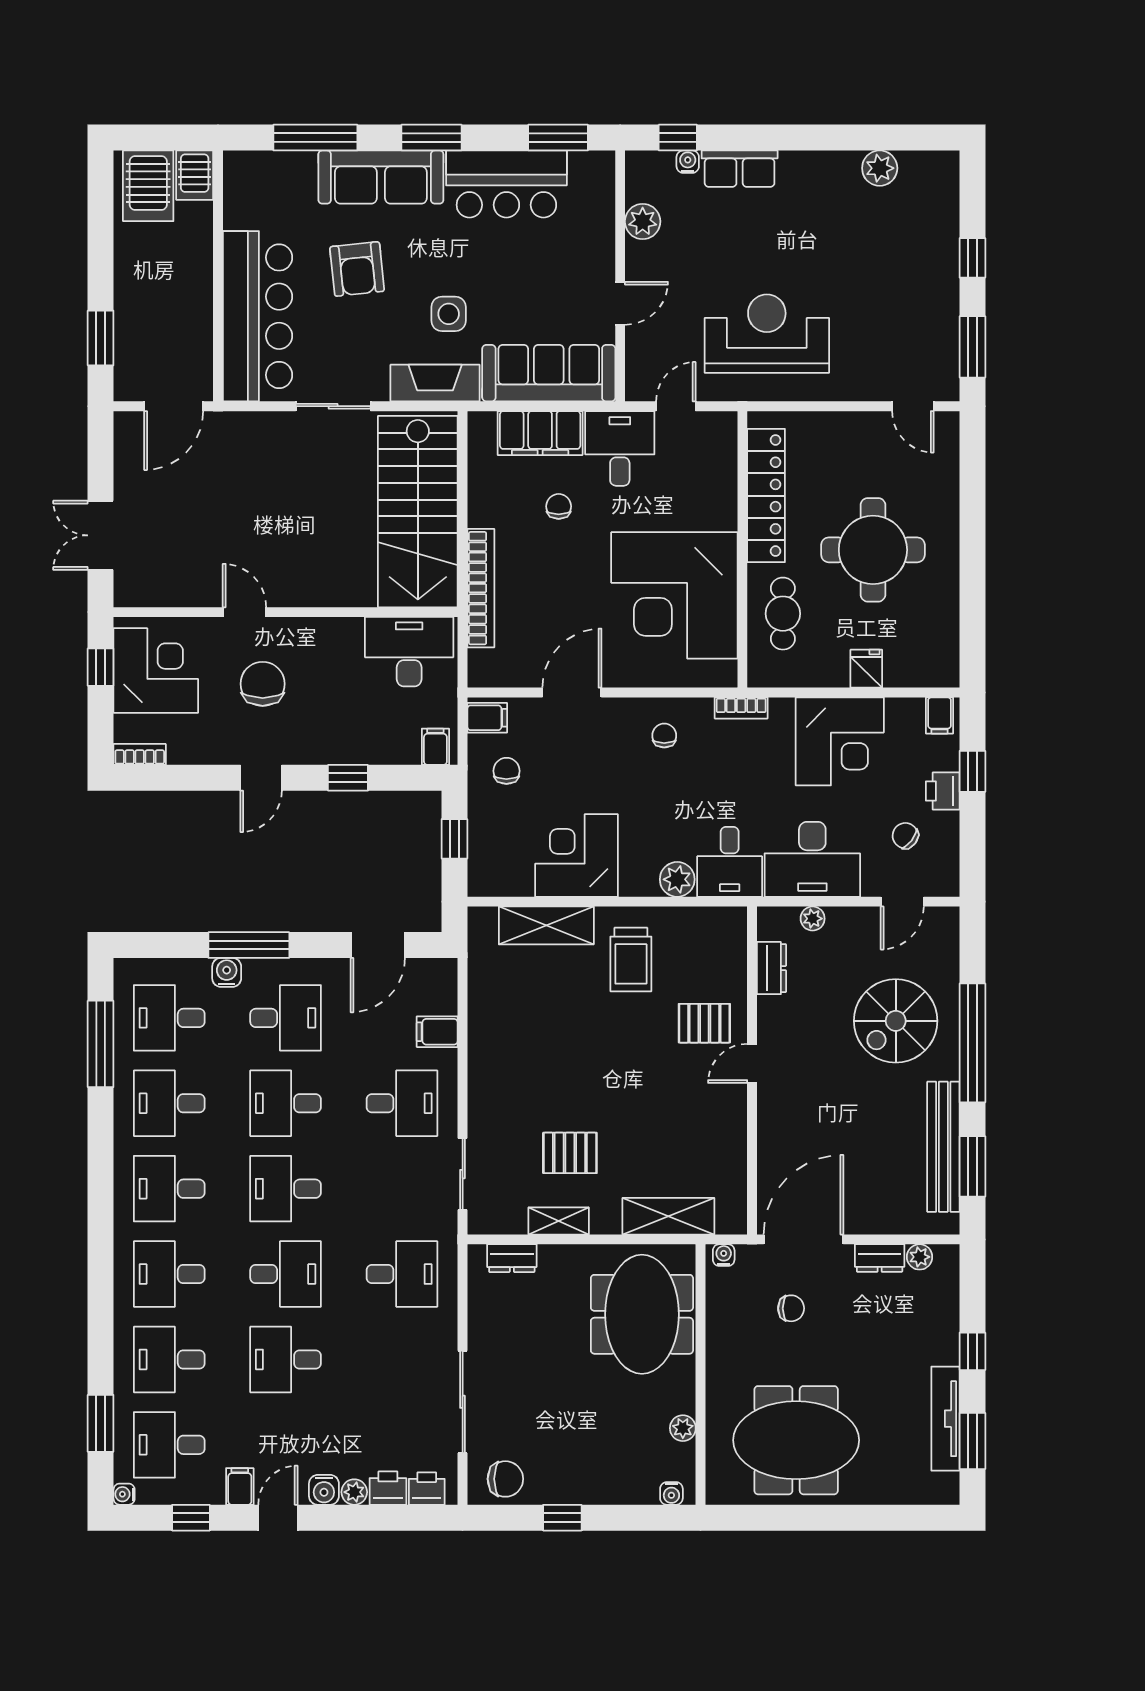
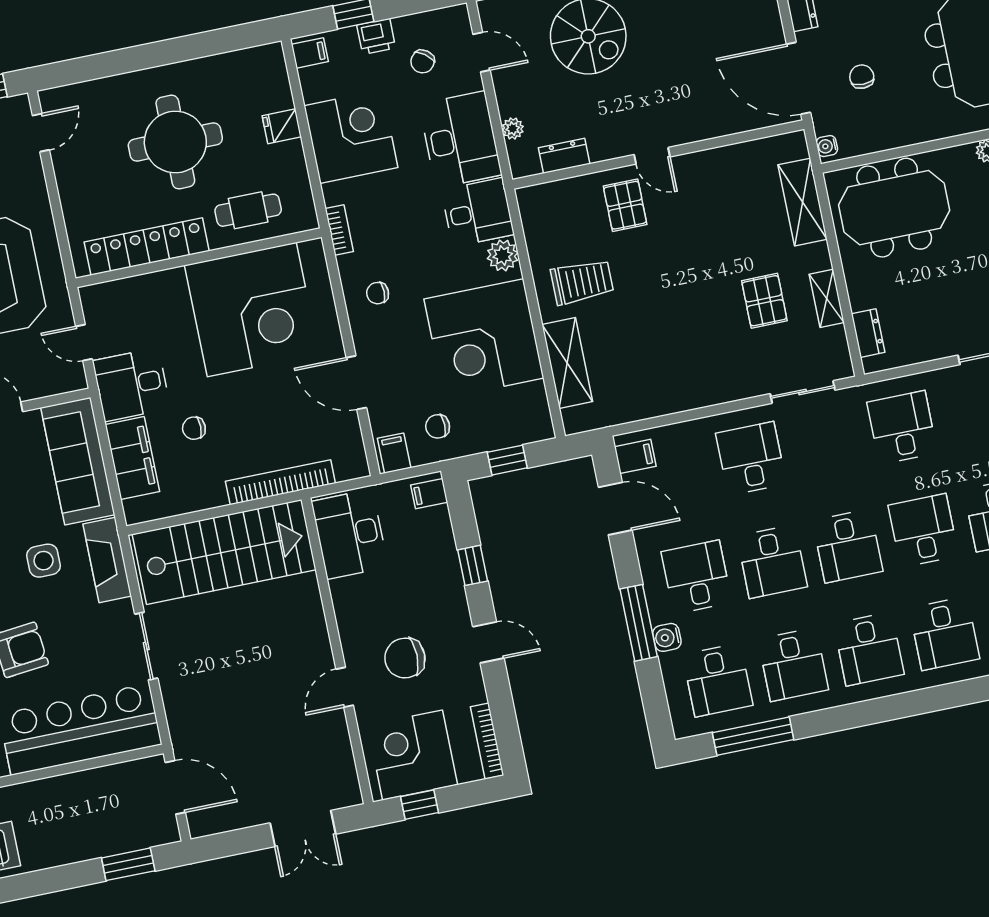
bookcase: (140, 754) -> (487, 741), width x1.56
corner desk: (576, 855) -> (484, 339), width x1.36, depth x1.36
filing cabinet: (437, 1032) -> (635, 456), moved, turned -90

